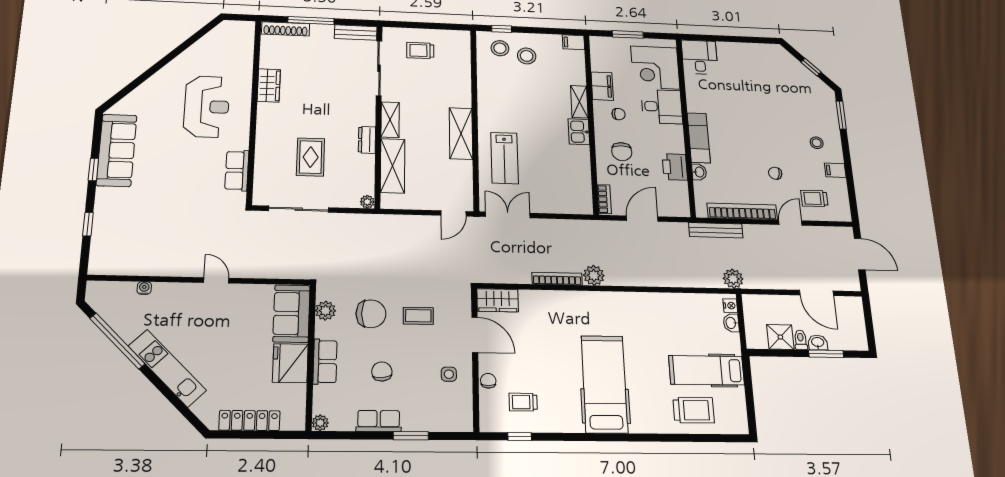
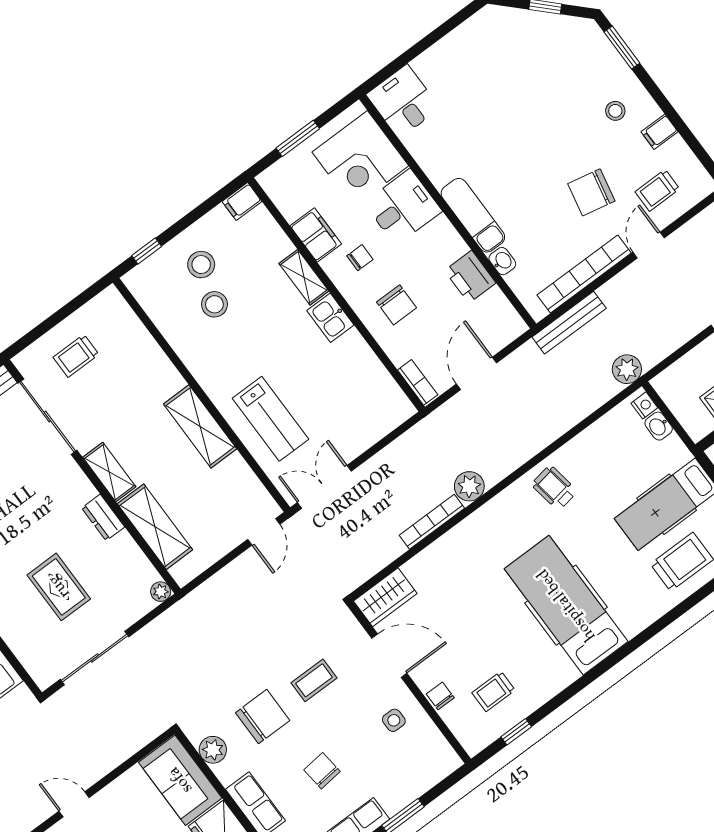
stool: (500, 48) -> (214, 304), moved
chair: (775, 173) -> (591, 192), width x1.87, depth x1.87
wheelchair: (644, 312) -> (554, 488), added

